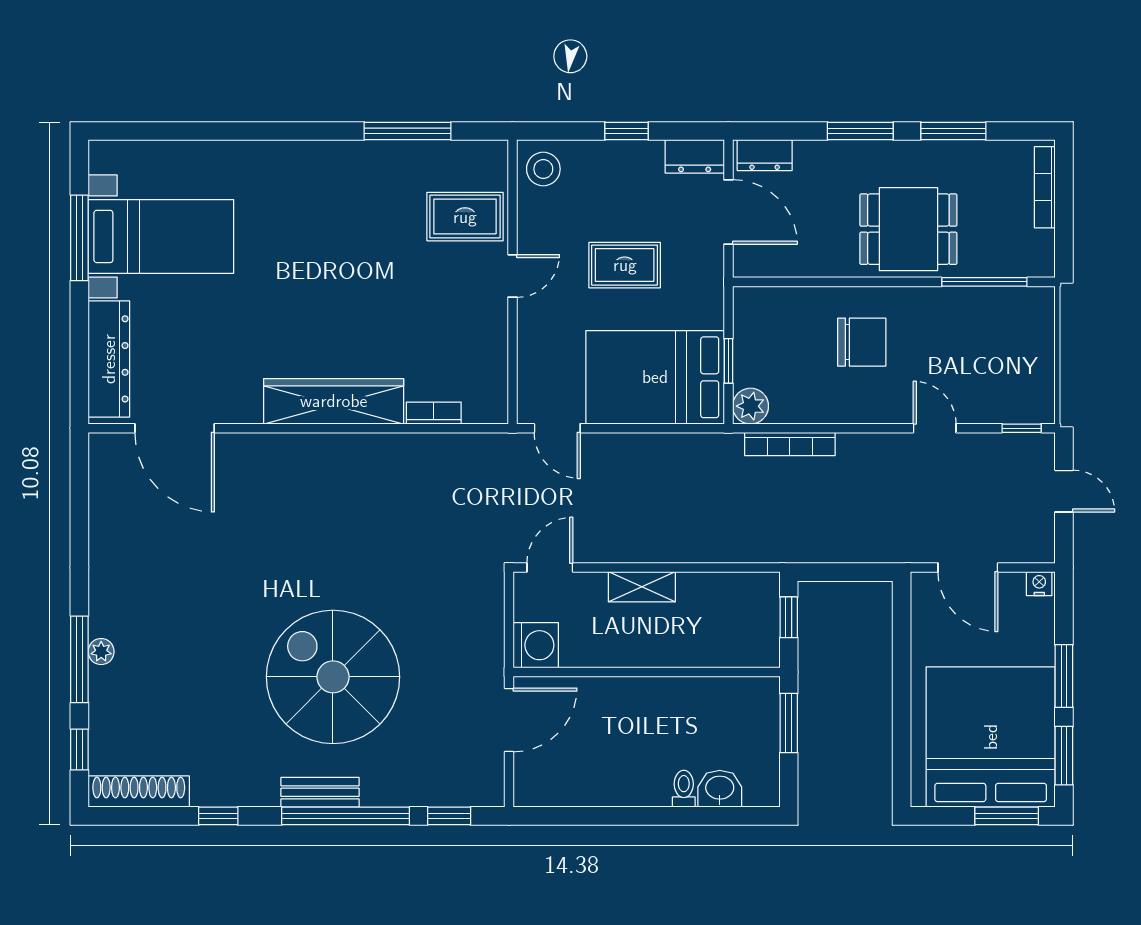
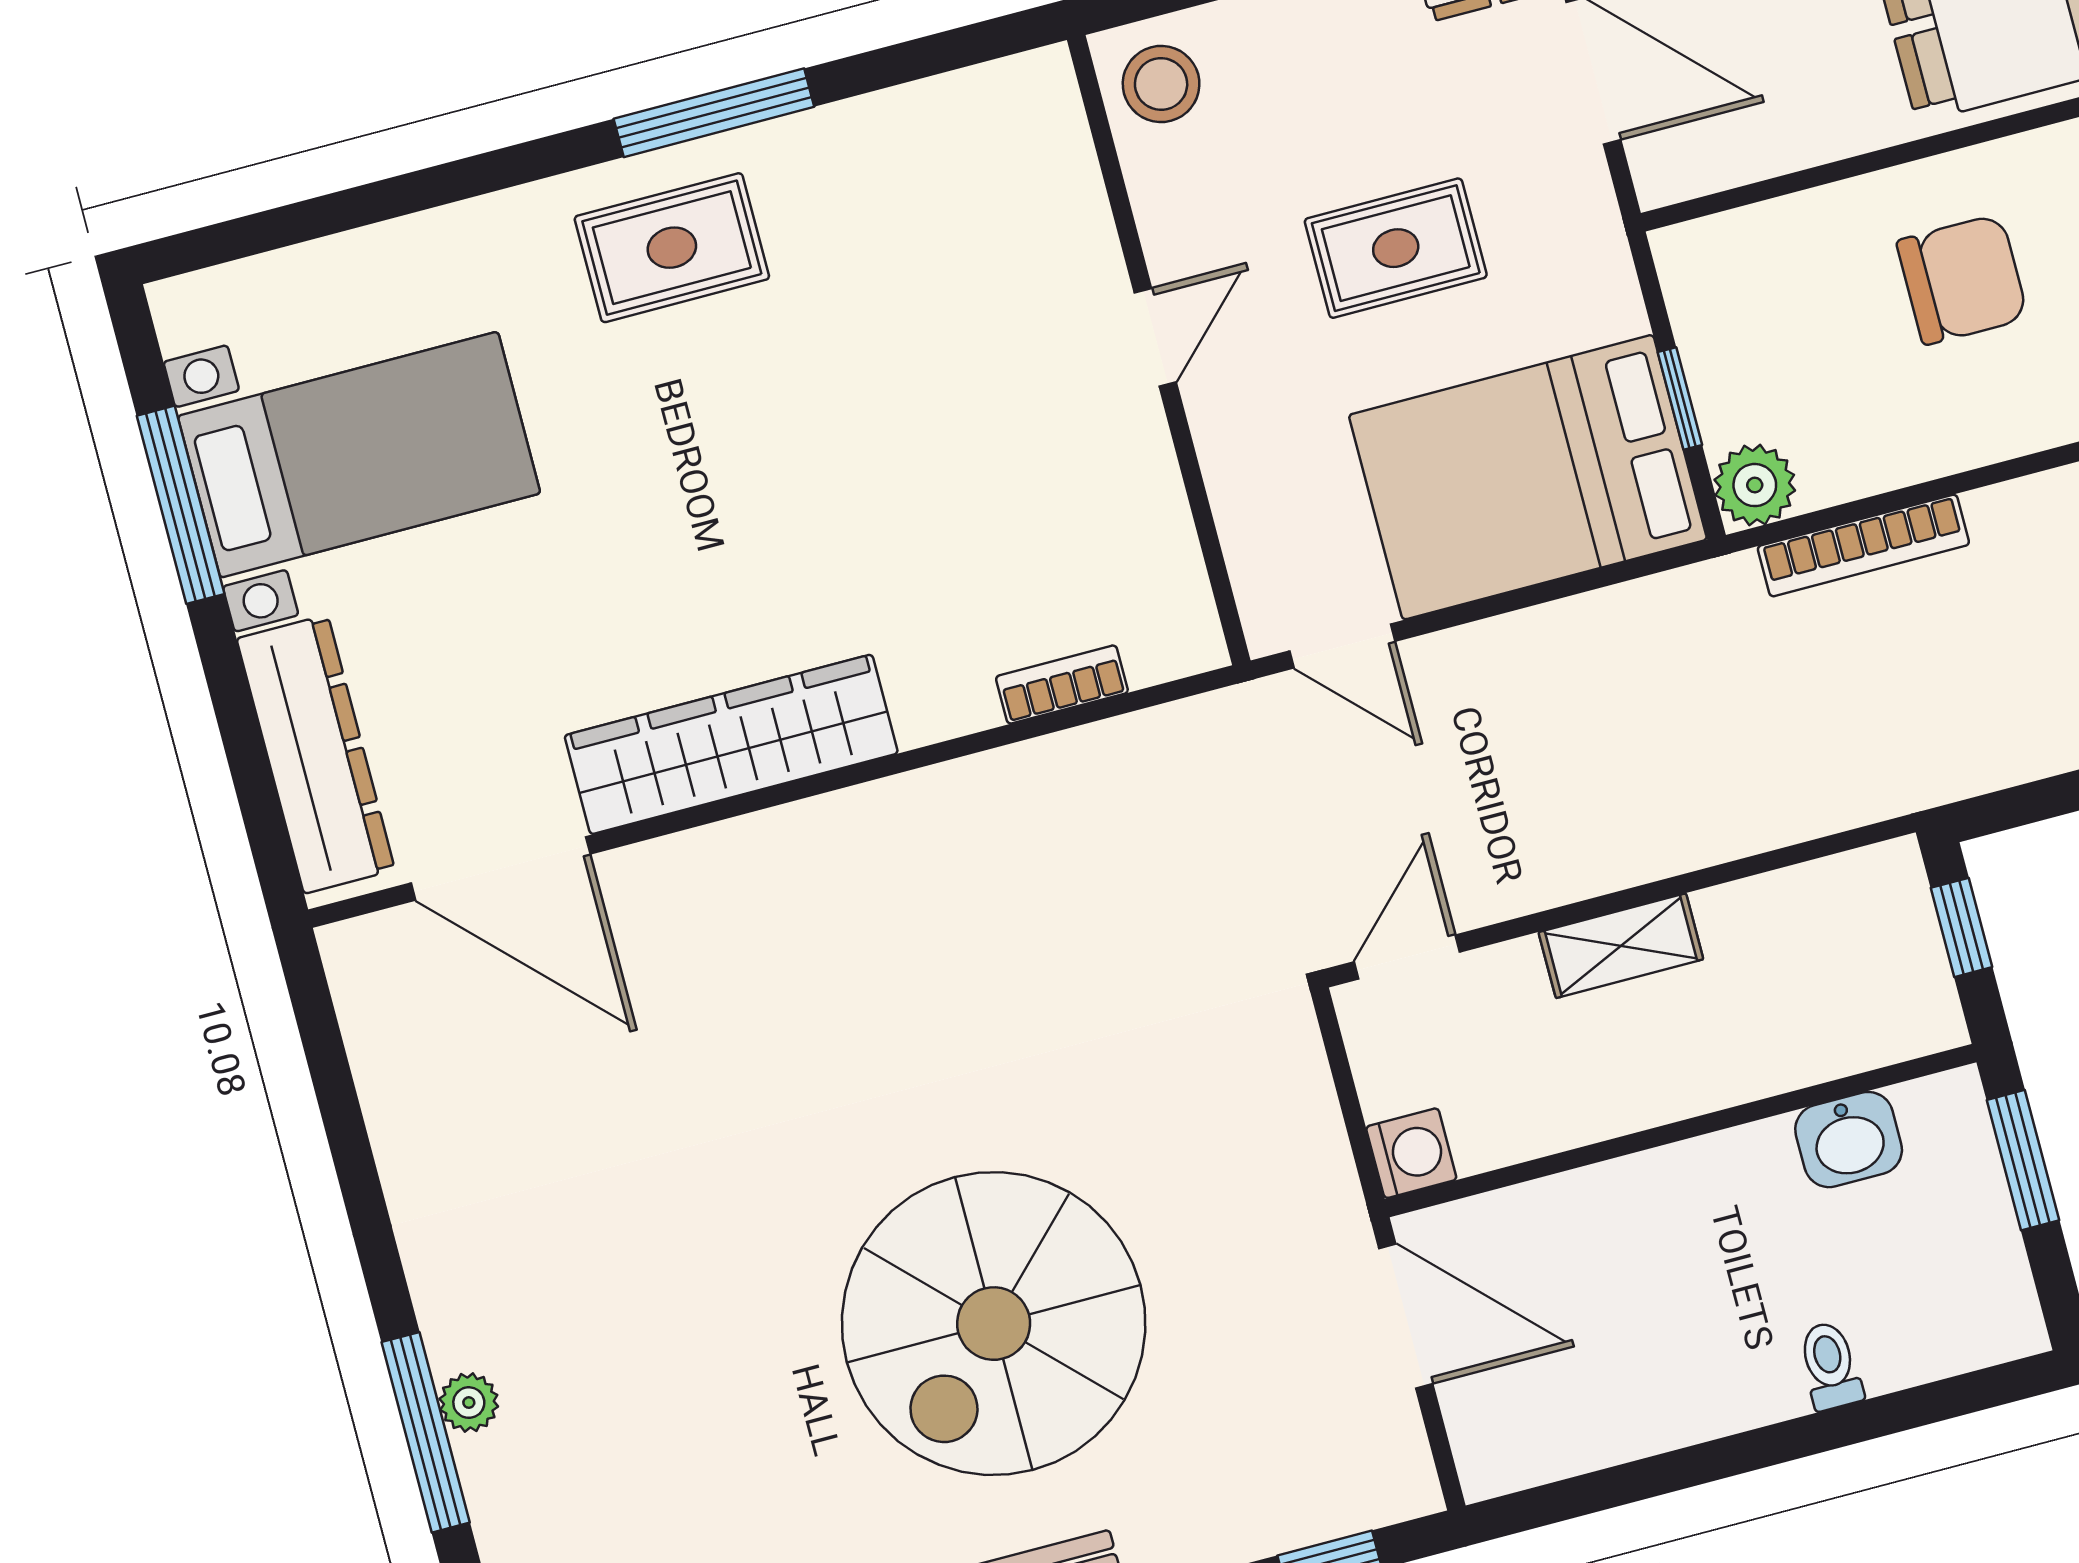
window: (408, 131) -> (714, 113), moved
rug: (465, 217) -> (672, 248), moved
wardrobe: (334, 401) -> (731, 744), moved
washing machine: (536, 645) -> (1411, 1153), width x0.73, depth x0.73
spiral stairs: (333, 677) -> (994, 1324), turned -90
door: (509, 720) -> (1406, 1316), hinge flipped
washbasin: (720, 789) -> (1849, 1140), moved, turned 180

